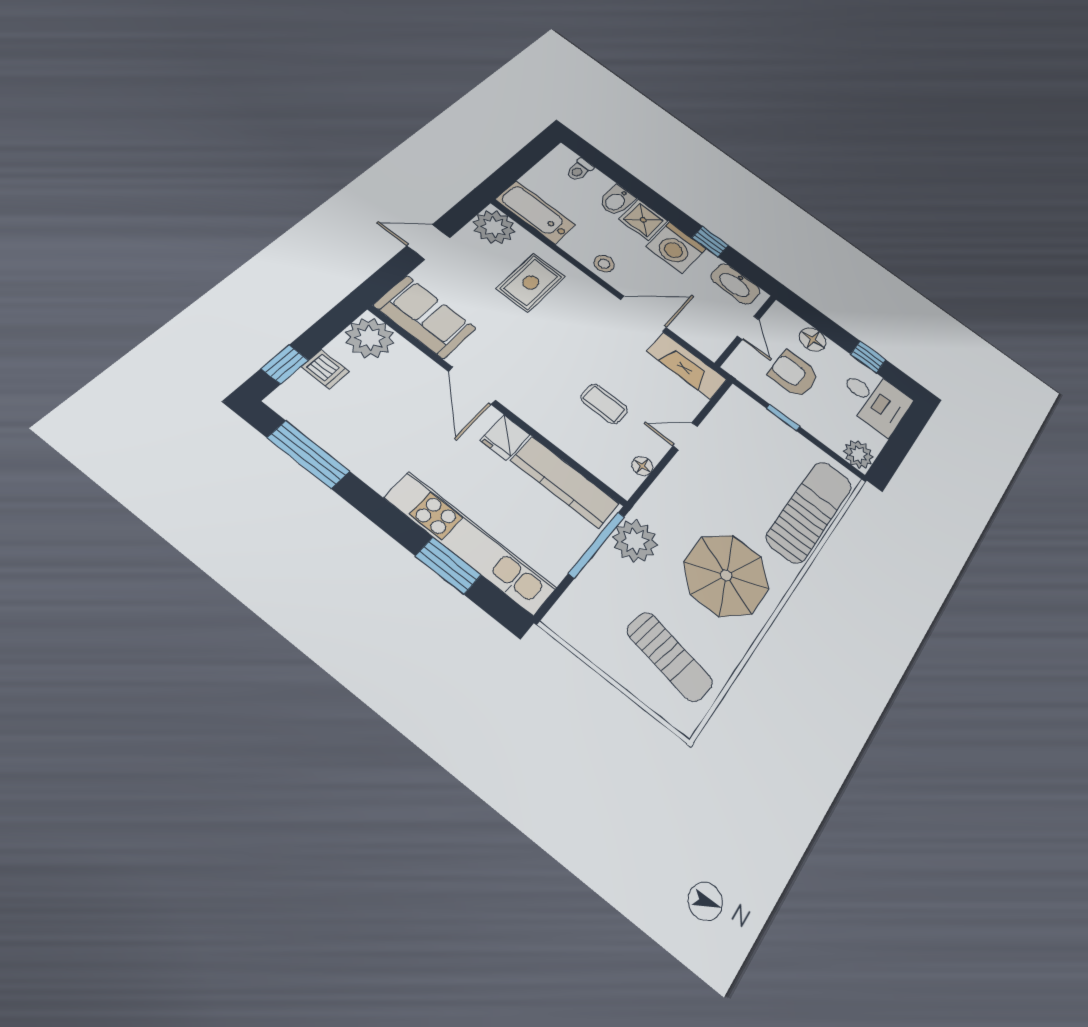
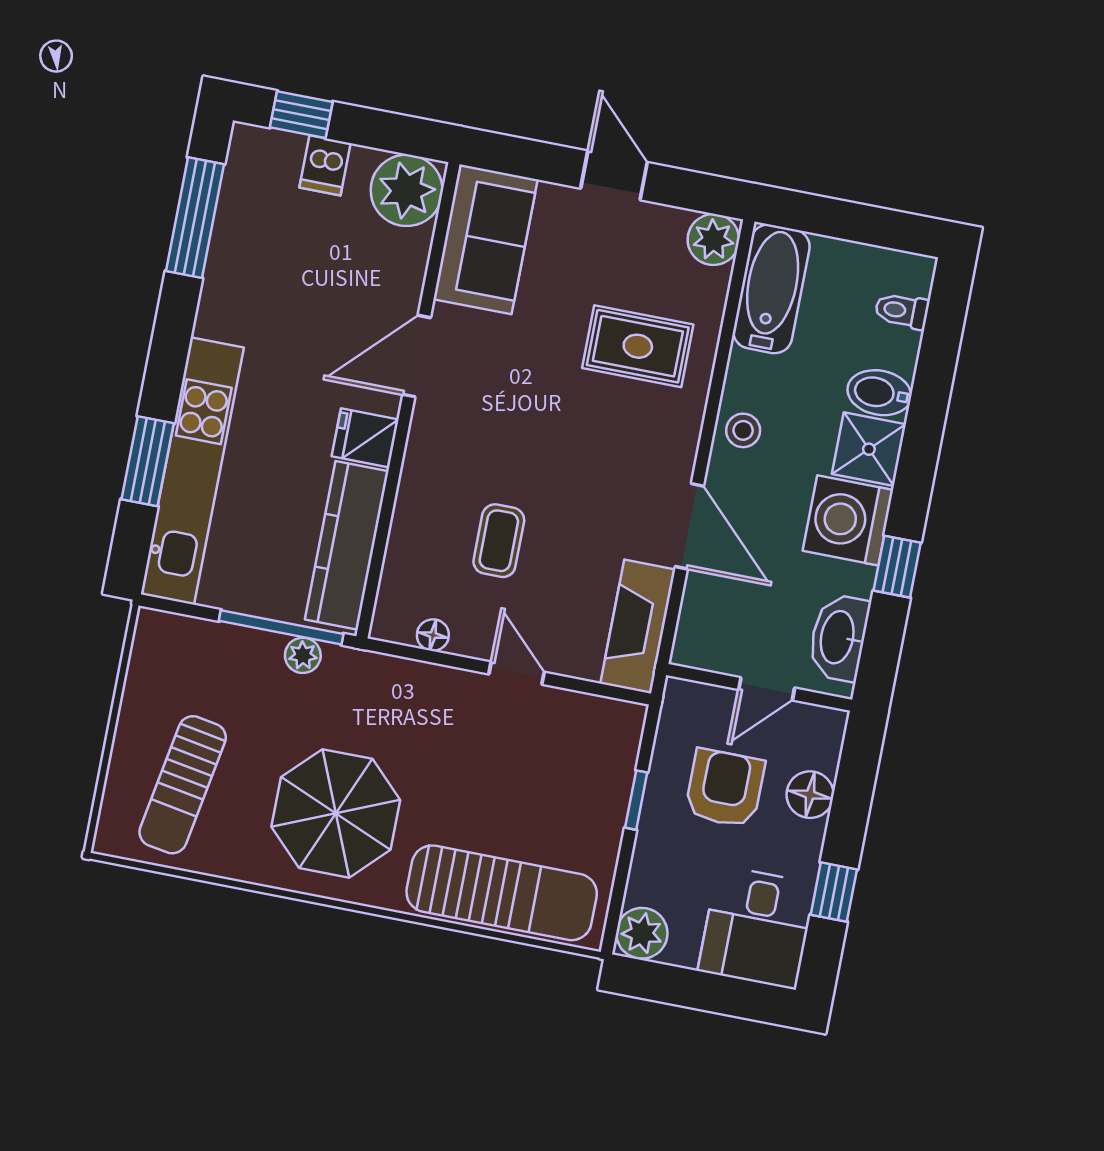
plant: (494, 227) -> (713, 240), width x0.73, depth x0.73
plant: (635, 541) -> (303, 655), width x0.53, depth x0.53

